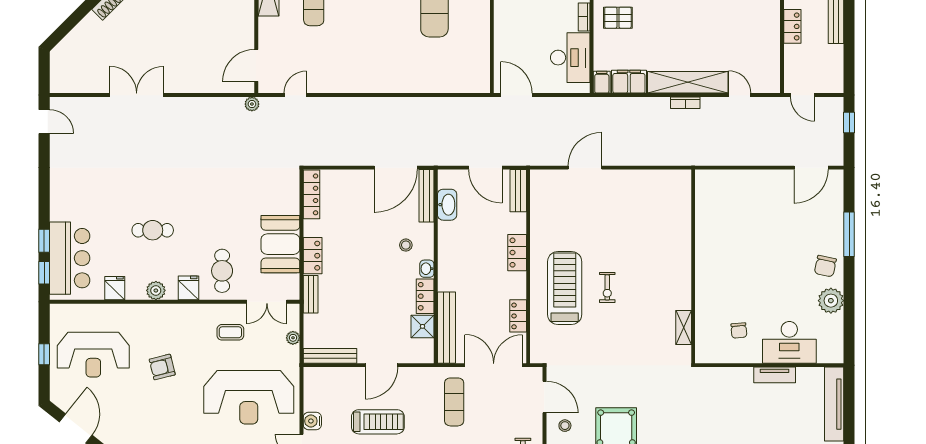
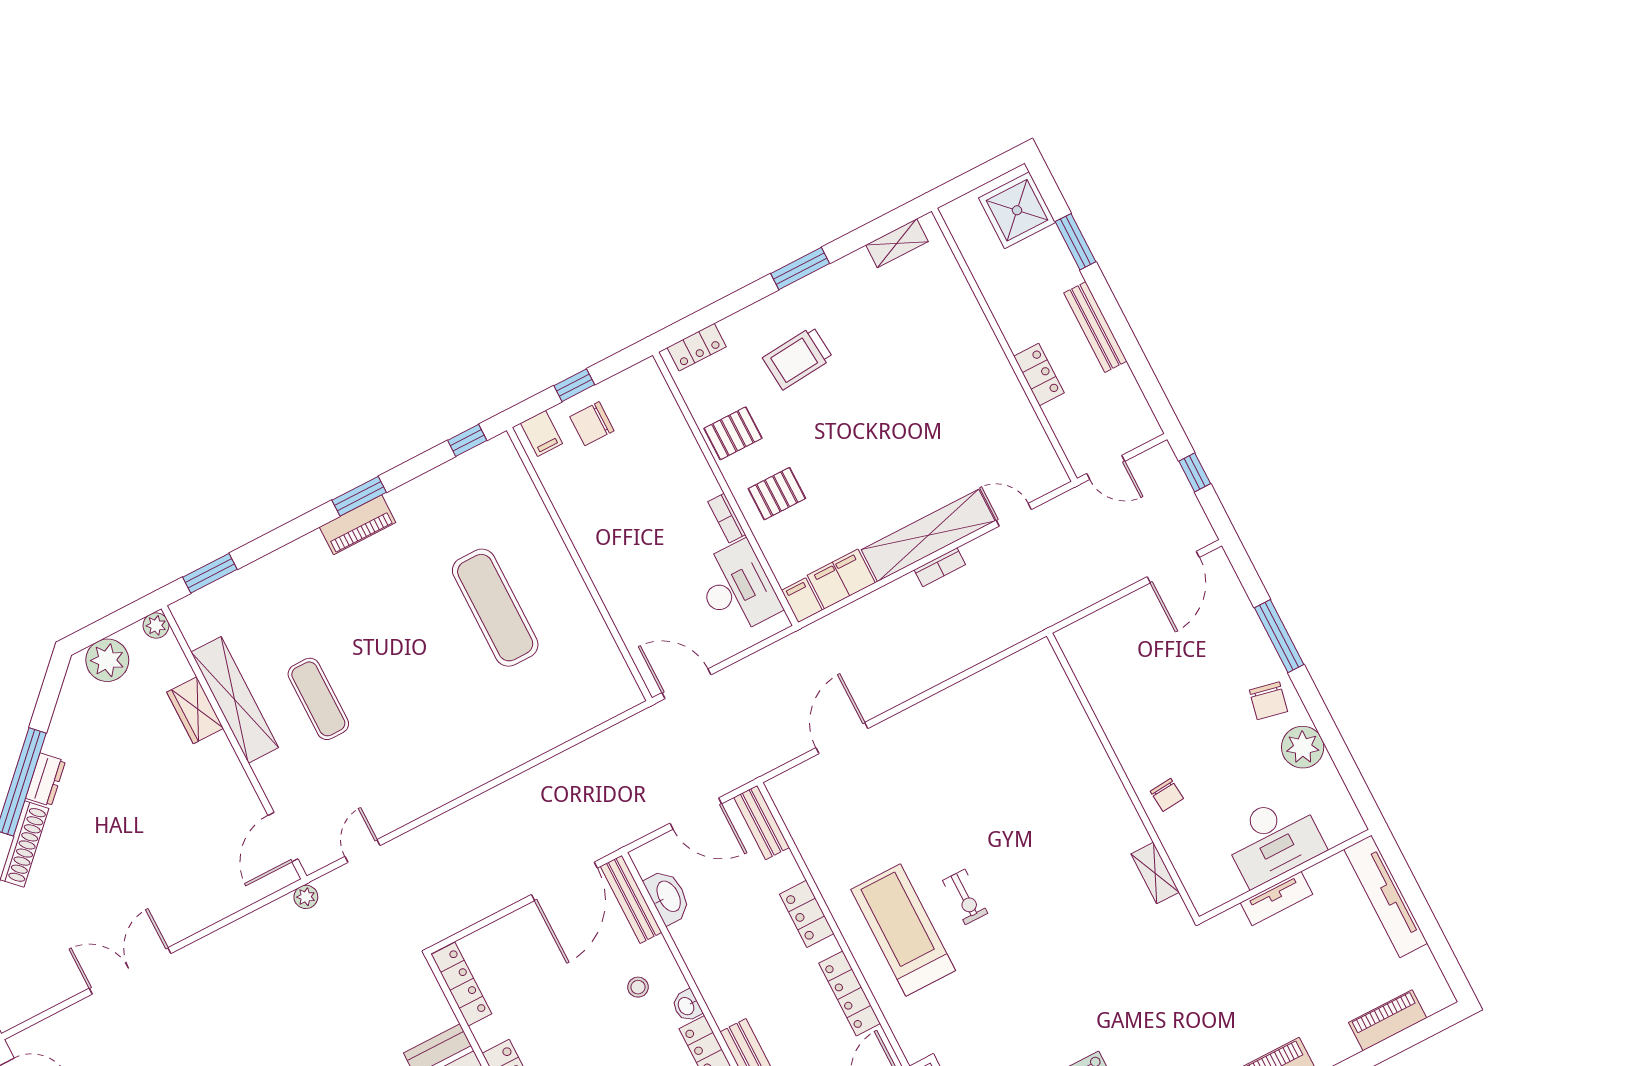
wall: (693, 266) -> (1123, 776), moved
locker: (518, 316) -> (850, 993), width x1.53
shelving: (684, 327) -> (1155, 873), moved
chair: (739, 330) -> (1167, 795), moved

